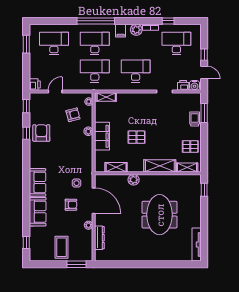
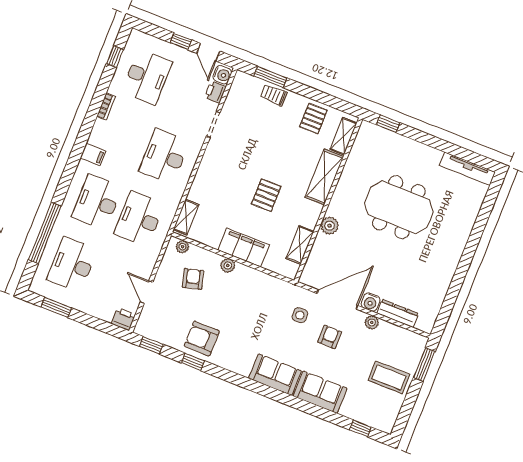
window: (96, 21) -> (45, 233), moved
window: (168, 21) -> (115, 57), moved
plant: (136, 30) -> (101, 130), removed
desk: (176, 43) -> (147, 77), turned 180
door: (204, 73) -> (208, 52), swing flipped
water cooler: (100, 220) -> (371, 302), added

